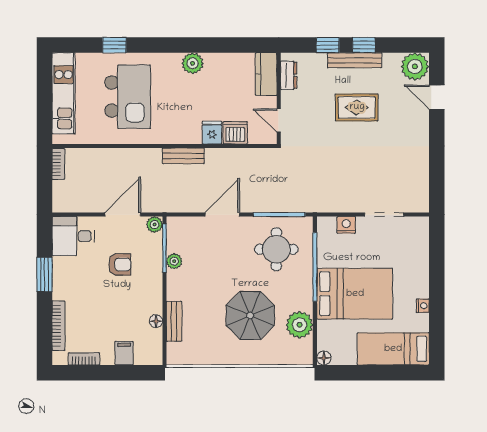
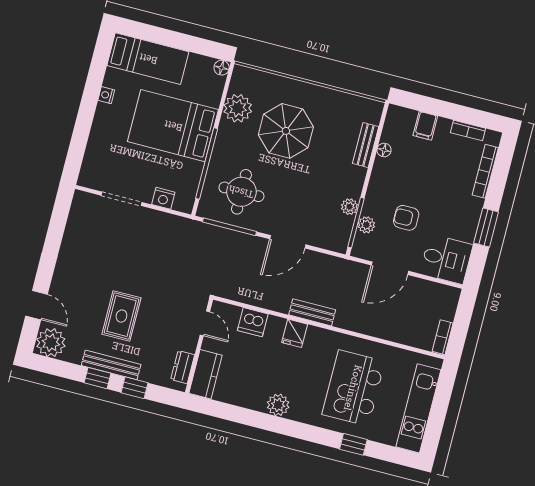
rug: (357, 107) -> (121, 316), turned 90
fridge: (212, 133) -> (295, 333), moved
plant: (155, 225) -> (366, 225), moved

